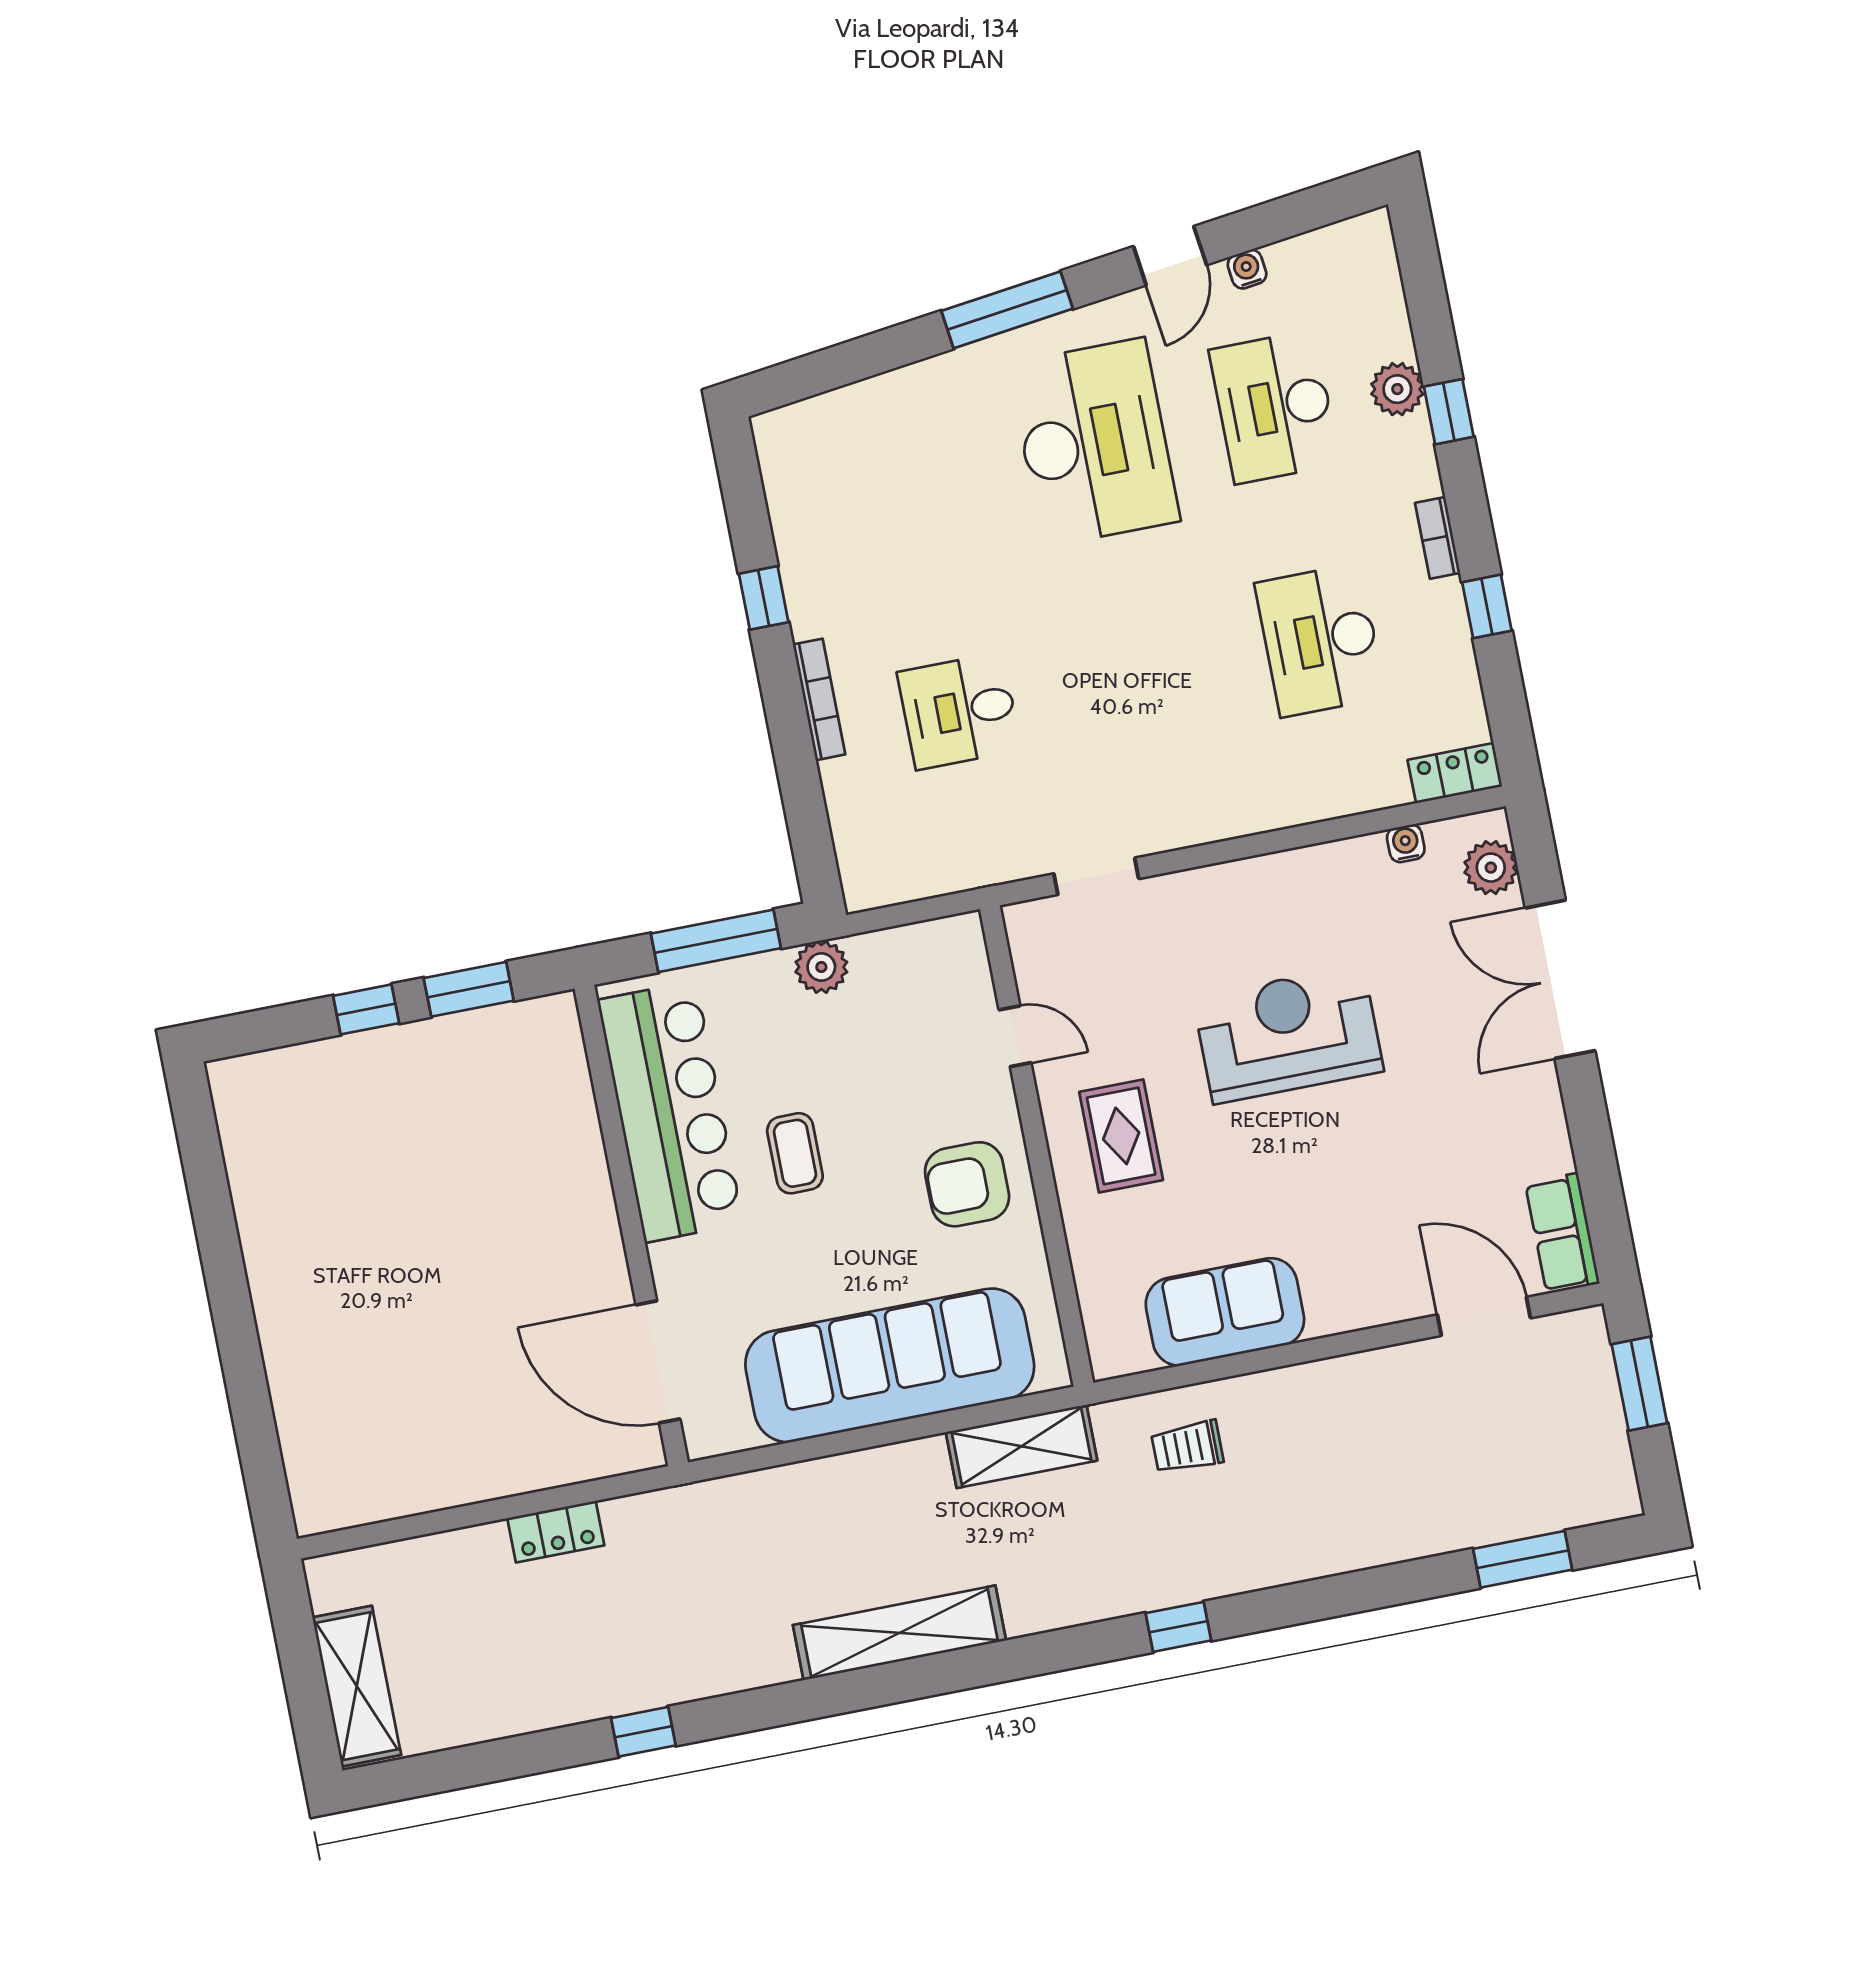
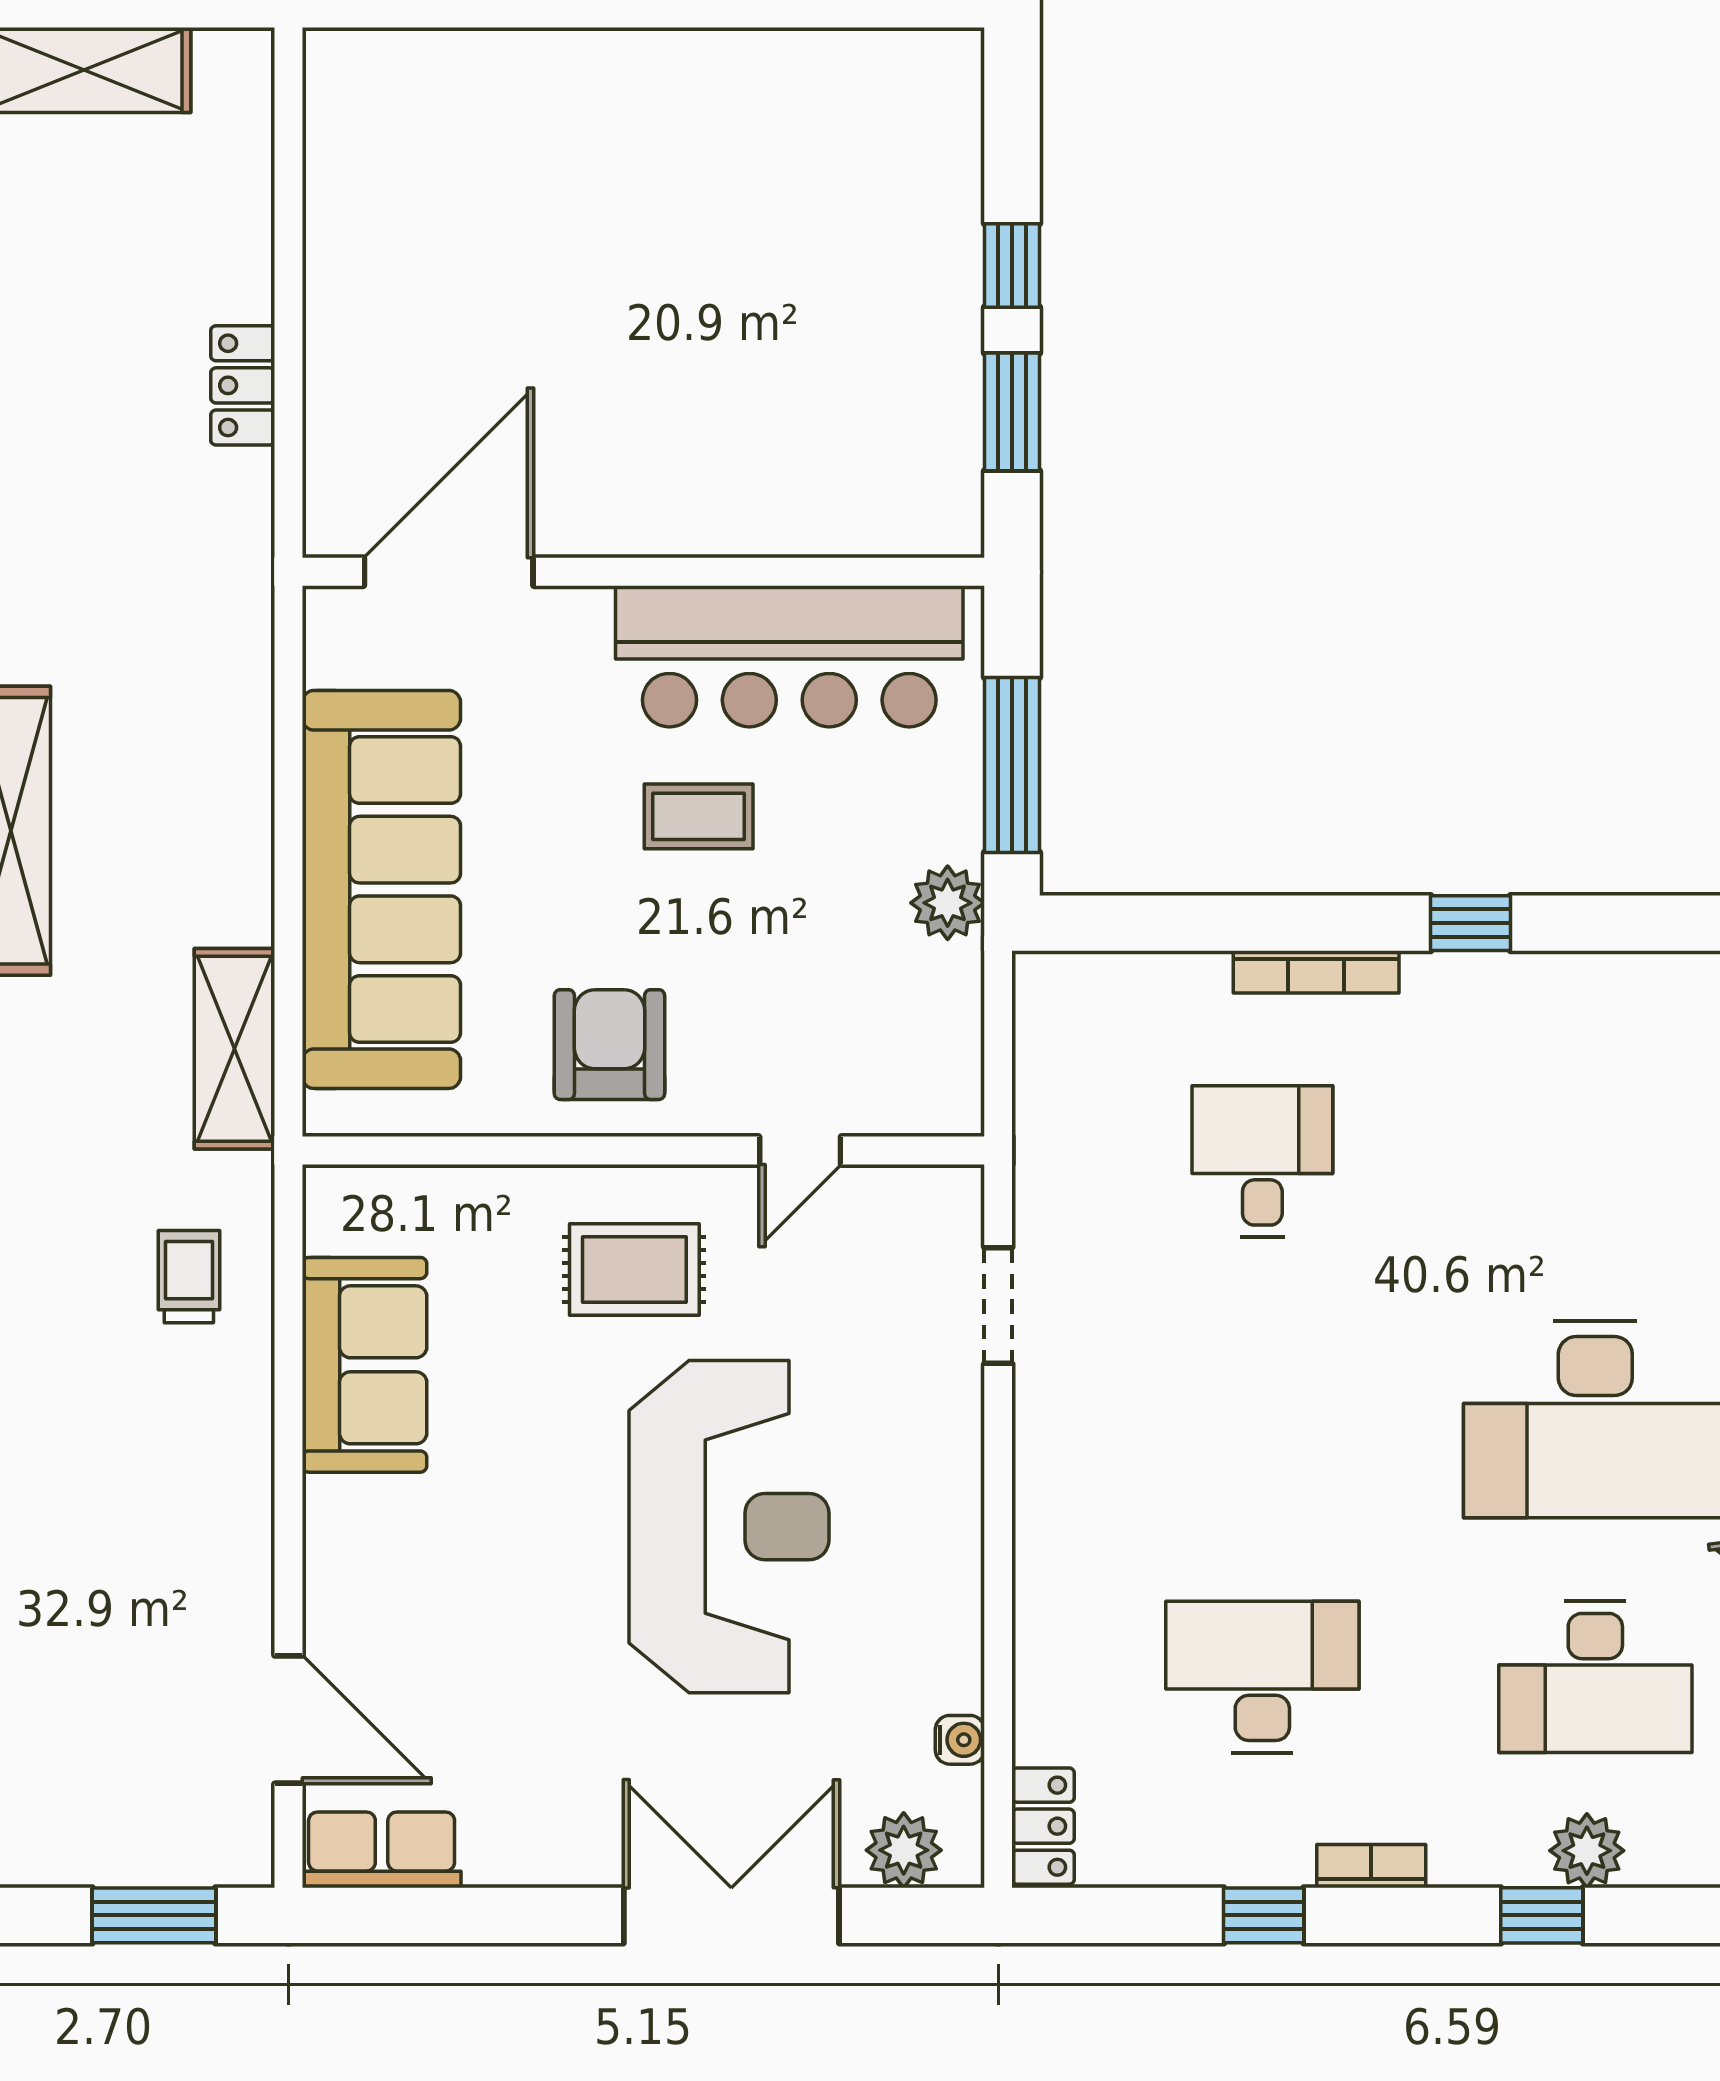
desk: (1274, 407) -> (1595, 1677), turned 180
reception desk: (1288, 1034) -> (729, 1527), width x1.36, depth x1.30
door: (1484, 1316) -> (289, 1720), hinge flipped

